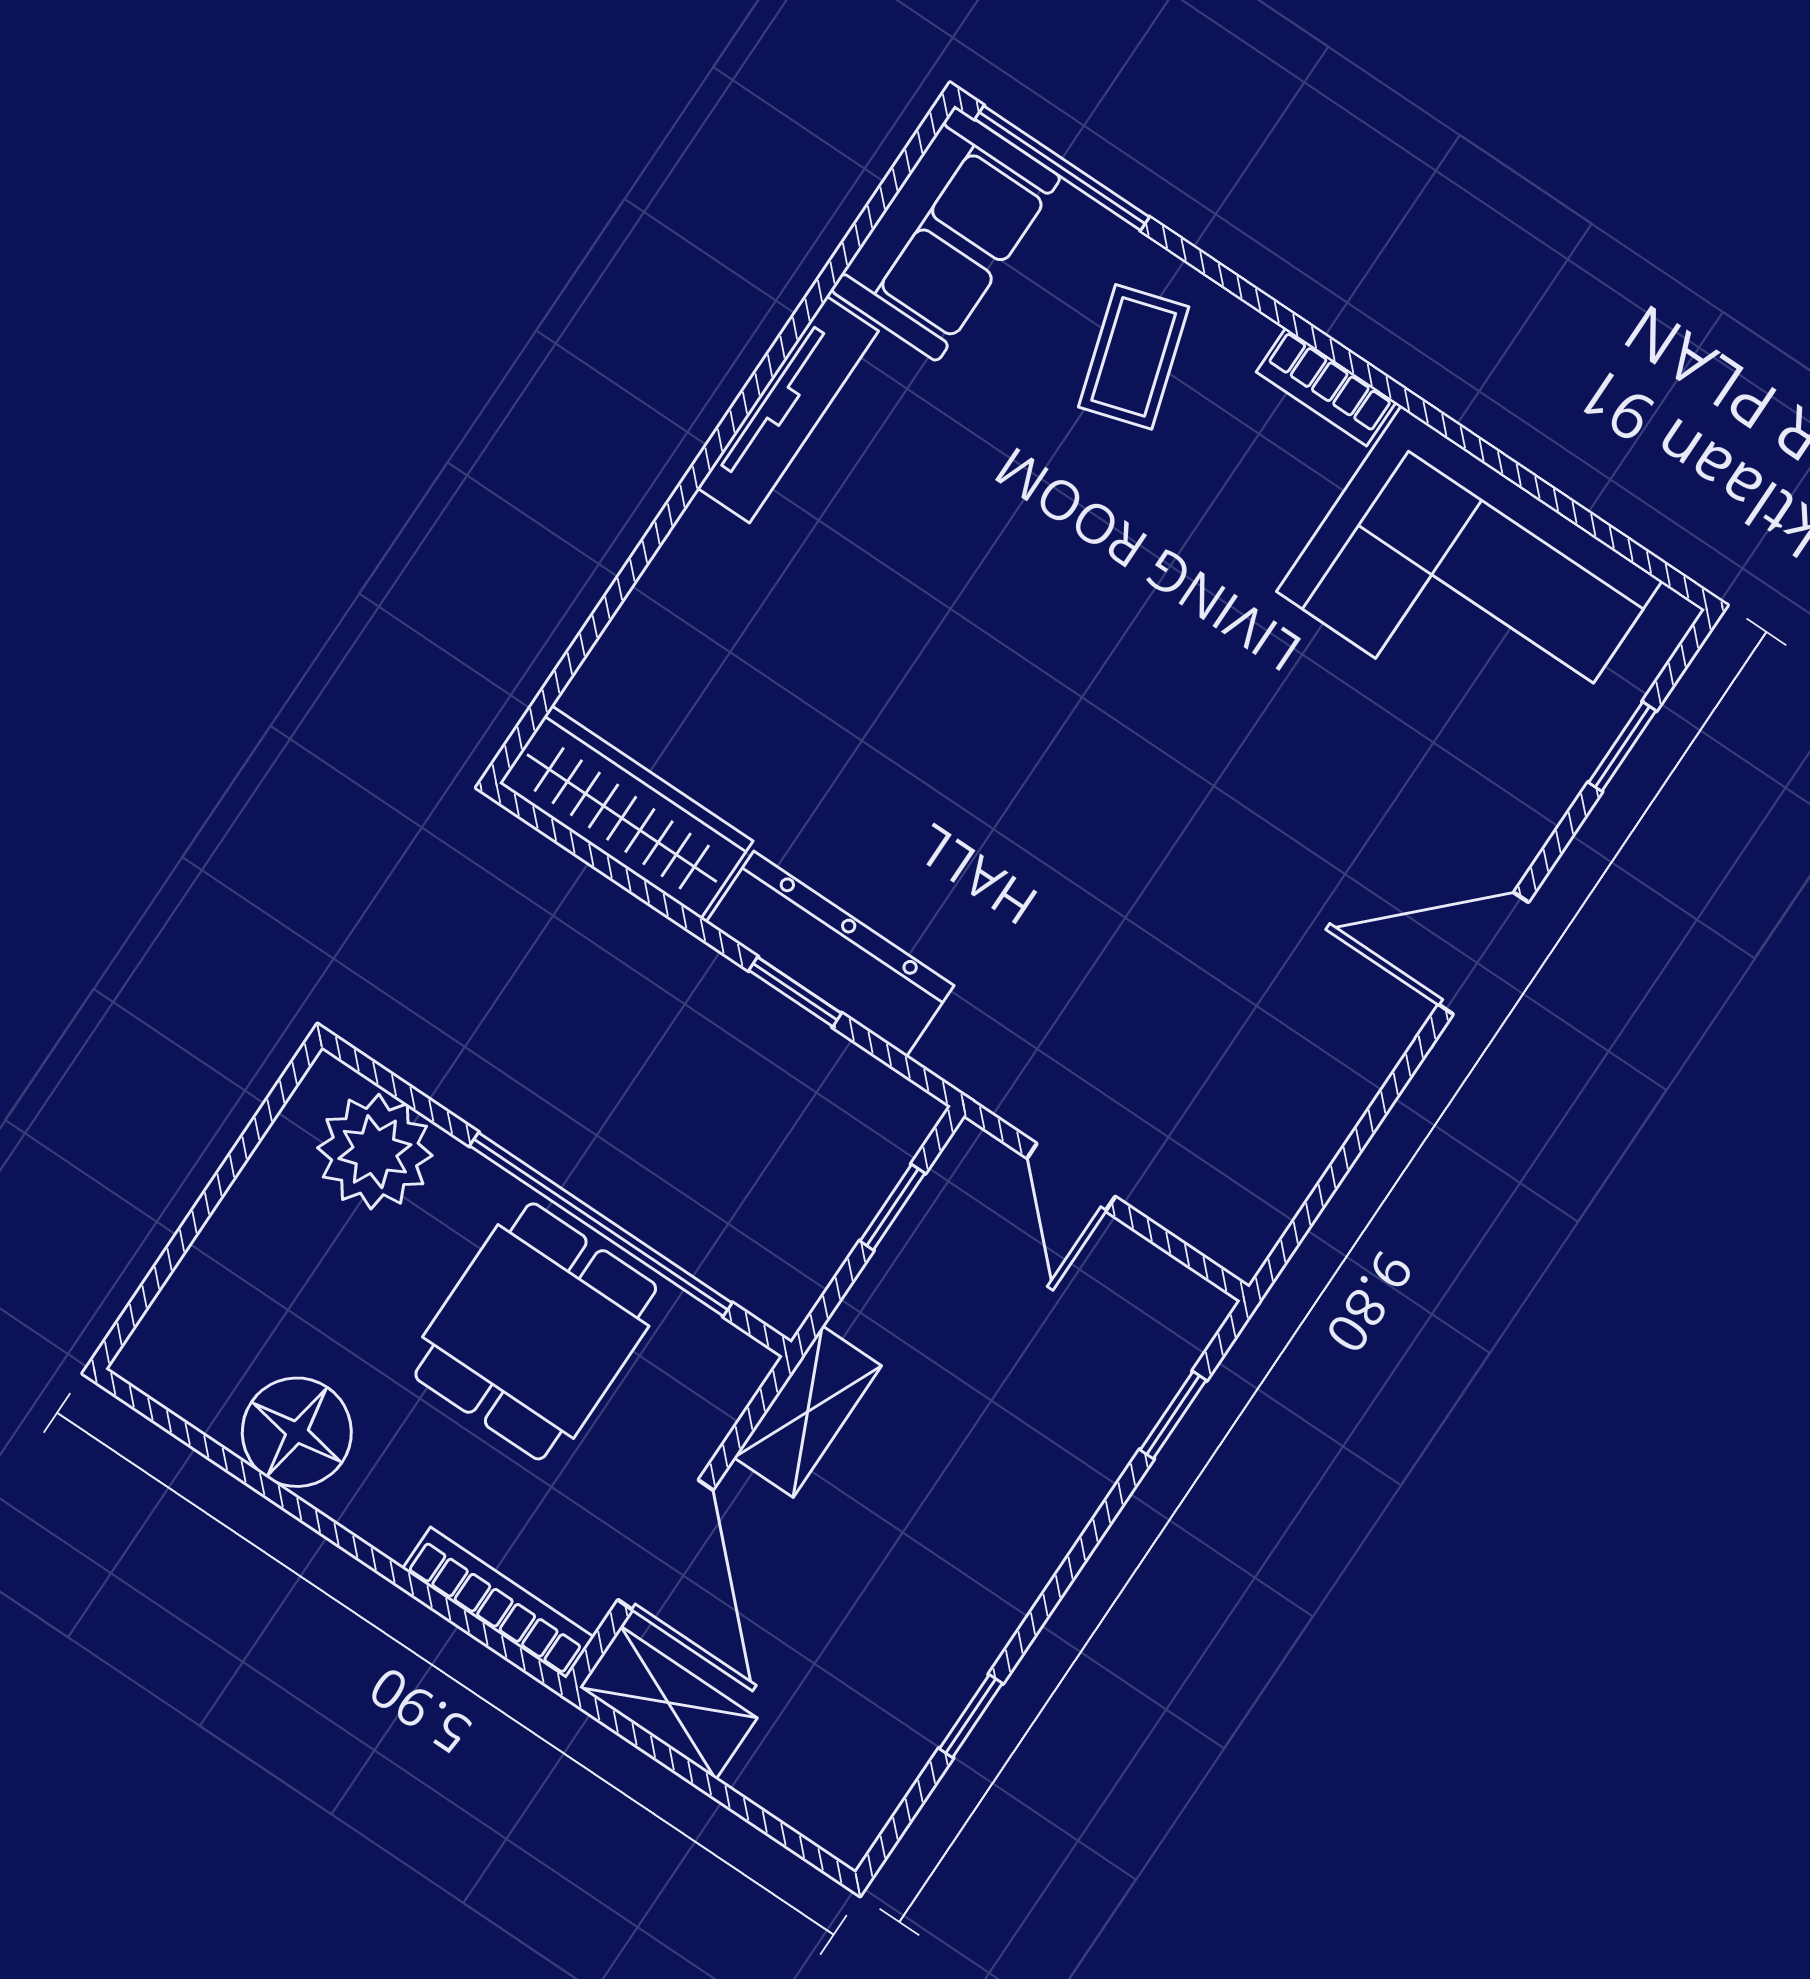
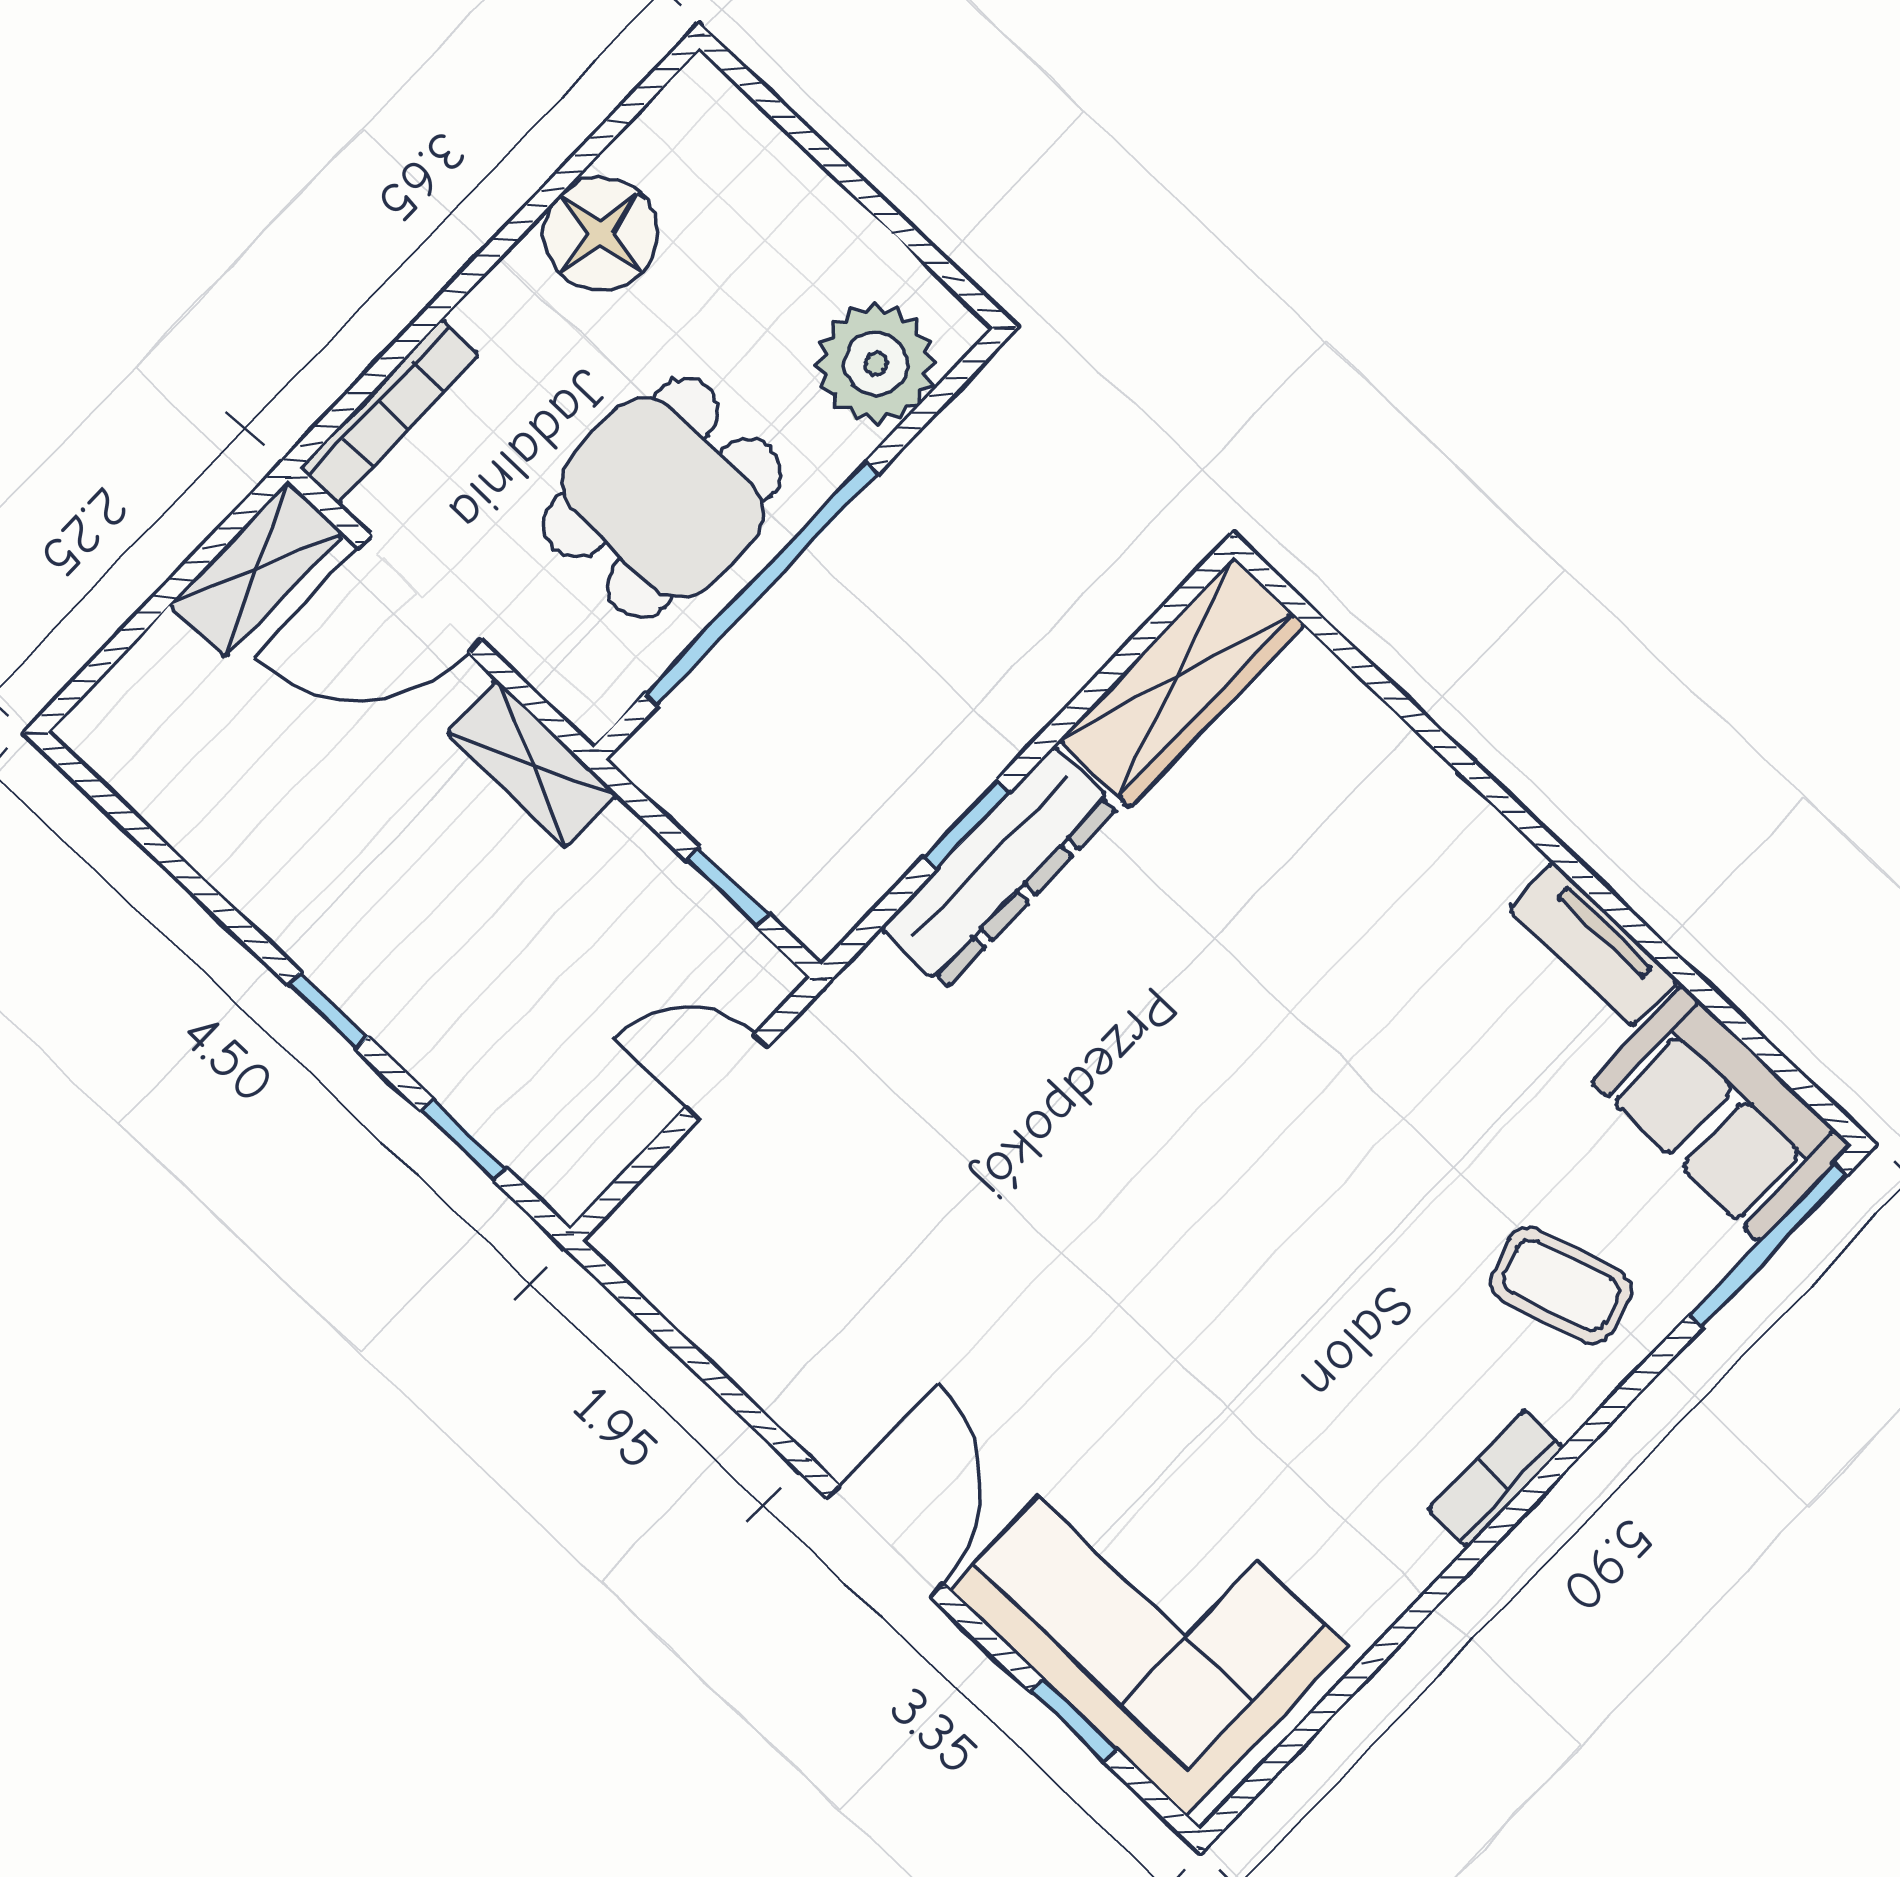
tv unit: (788, 410) -> (1593, 944), width x0.71
corner sofa: (1469, 586) -> (1148, 1618), moved, turned 90
dining table: (536, 1331) -> (662, 498), turned 90
window: (971, 1716) -> (328, 1011), moved

